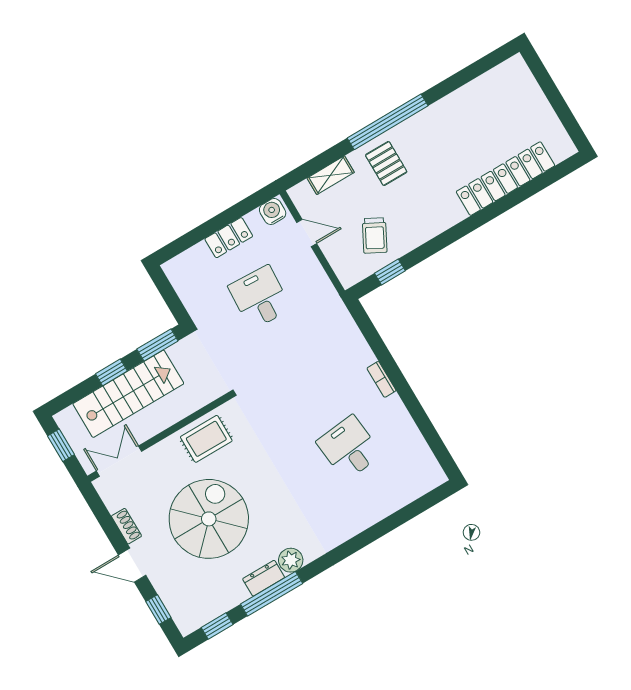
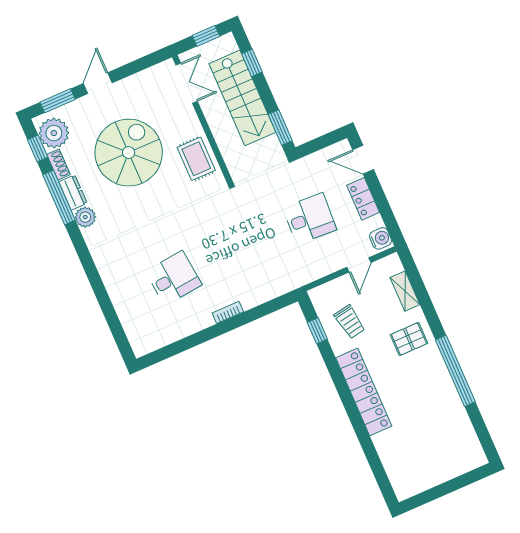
window: (388, 122) -> (455, 371), moved
locker: (505, 179) -> (364, 392), moved
trolley: (375, 235) -> (350, 322), turned -128
door: (183, 243) -> (363, 160), added
window: (111, 372) -> (252, 63), moved
spiral stairs: (209, 519) -> (129, 153), turned -90
shoe rack: (126, 526) -> (59, 164), moved, turned -90
window: (158, 609) -> (58, 101), width x1.50
plant: (197, 609) -> (54, 133), added

